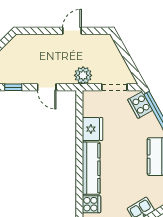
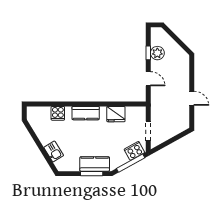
plant: (83, 75) -> (157, 53), moved
door: (47, 87) -> (148, 79), swing flipped
kitchen counter: (91, 168) -> (86, 113), width x0.67

